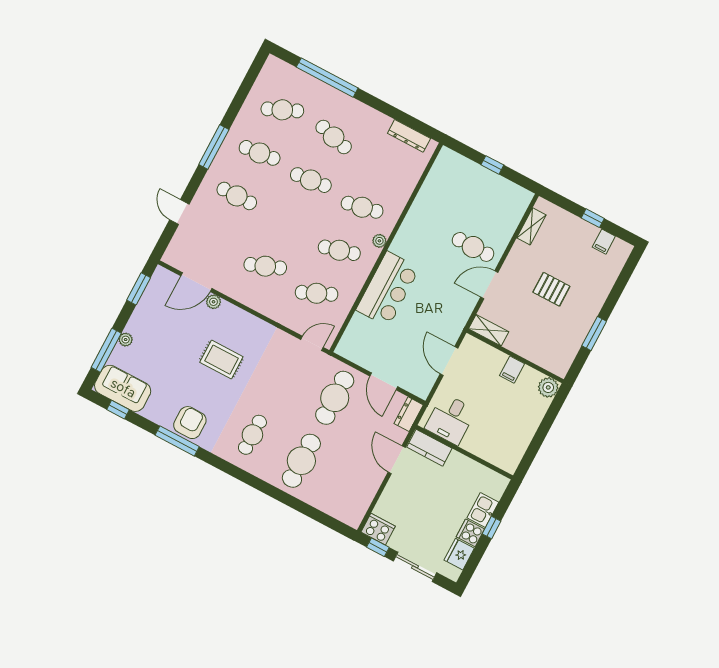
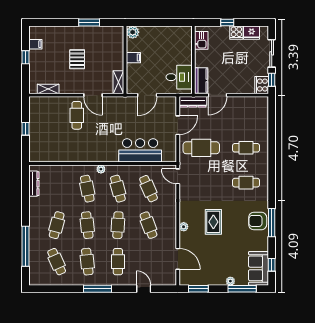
door: (179, 212) -> (144, 289), swing flipped
cafe table: (288, 223) -> (118, 225), added
bar counter: (388, 289) -> (140, 150), moved
plant: (213, 302) -> (184, 227), moved
dresser: (409, 414) -> (193, 102), width x1.44
cafe table: (301, 461) -> (246, 148), width x0.73, depth x0.74
kitchen sink: (483, 510) -> (201, 40), moved, turned -90

